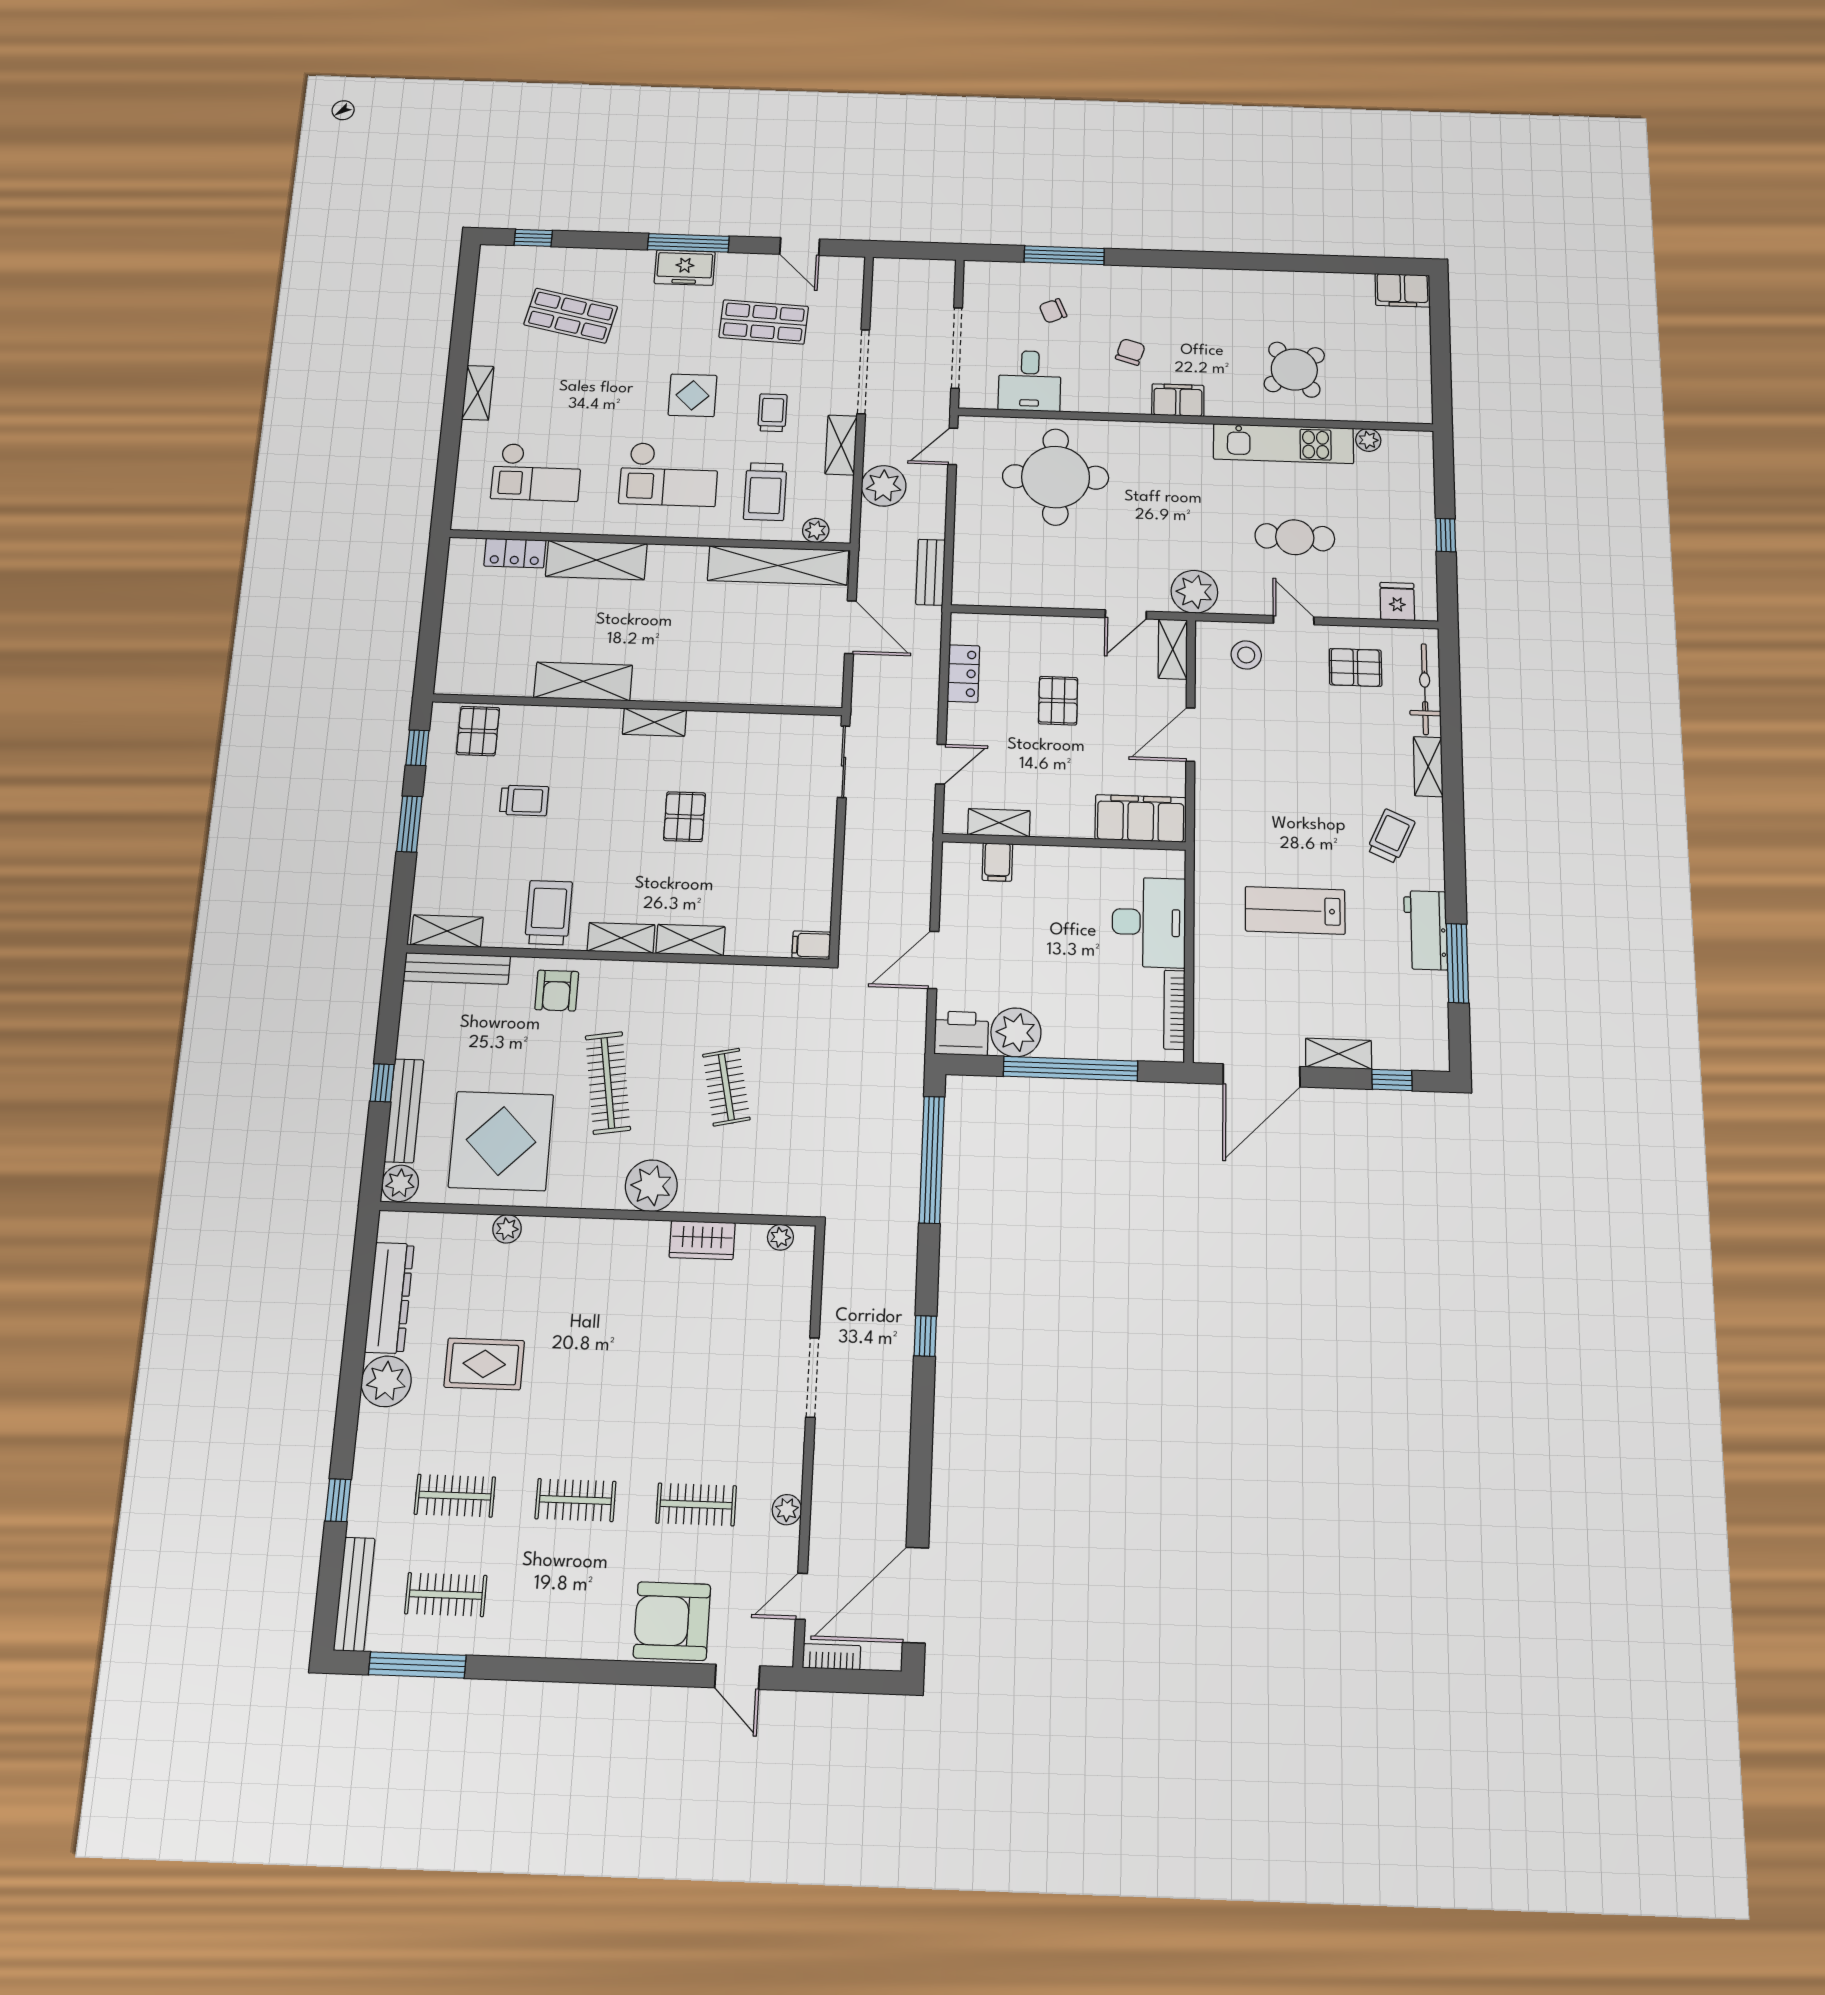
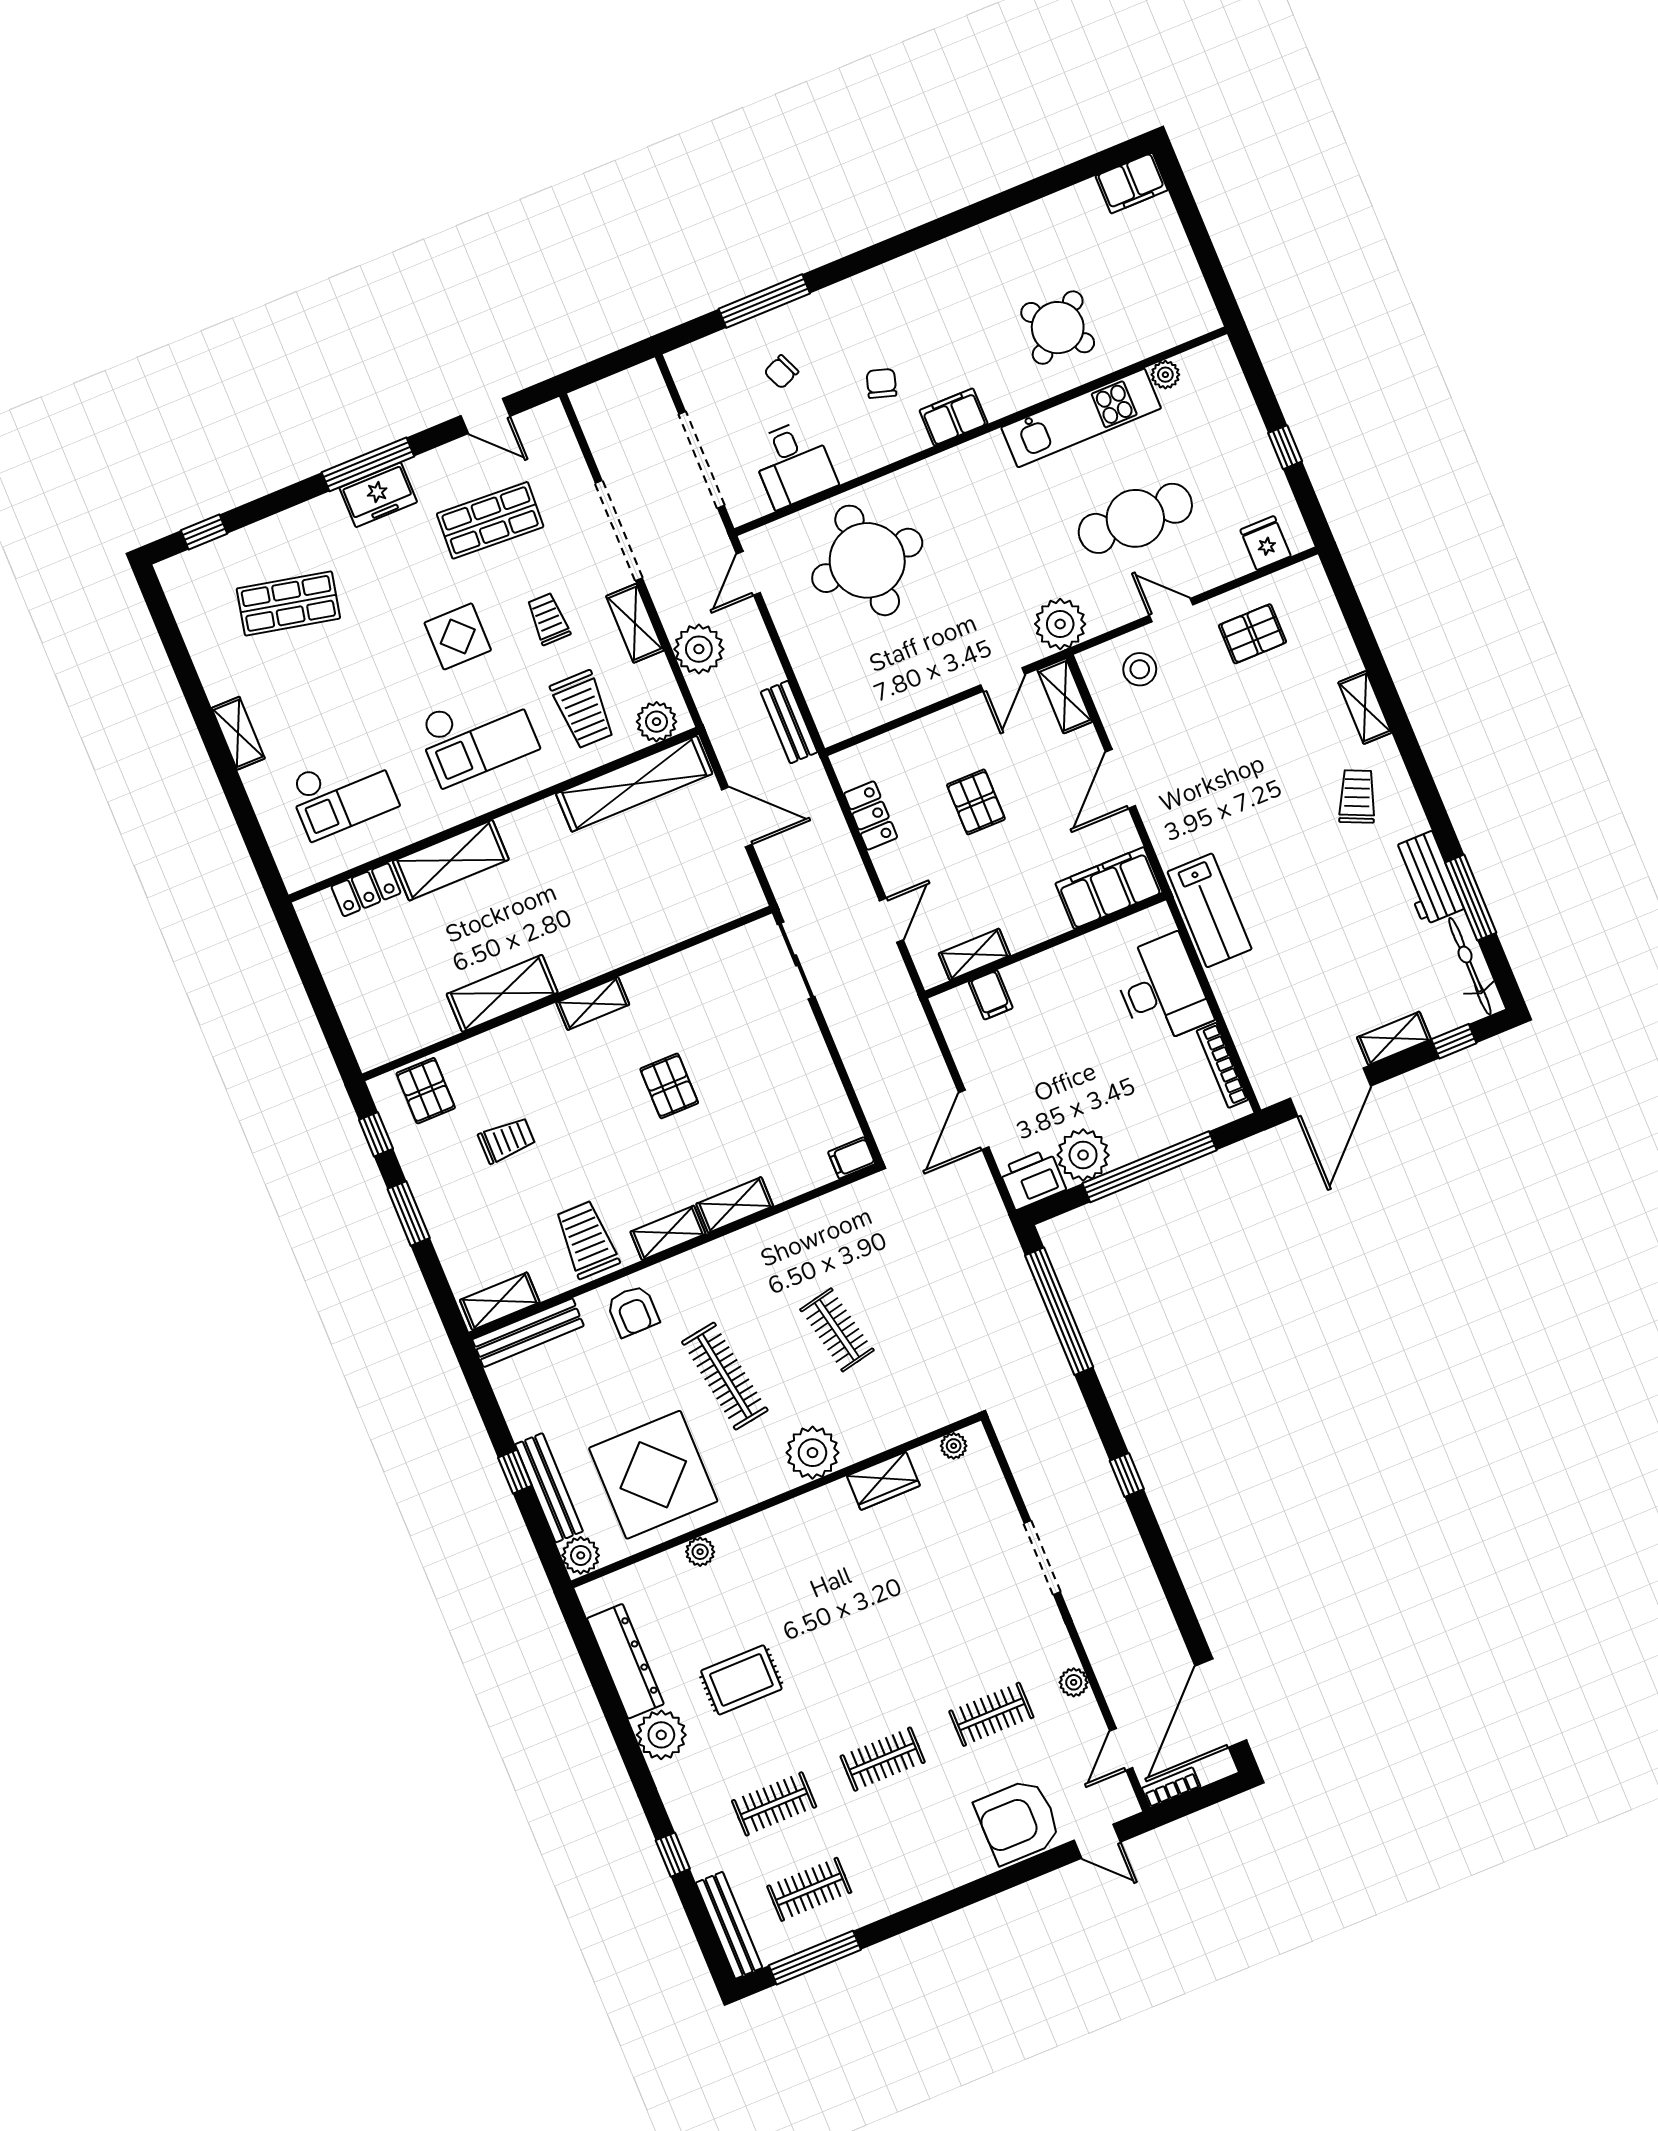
plant: (816, 530) -> (656, 722), width x1.38, depth x1.38
cafe table: (1295, 537) -> (1135, 518), width x1.37, depth x1.35
bicycle: (1425, 689) -> (1470, 966), moved
lab bench: (1295, 910) -> (1210, 910), moved, turned -90

